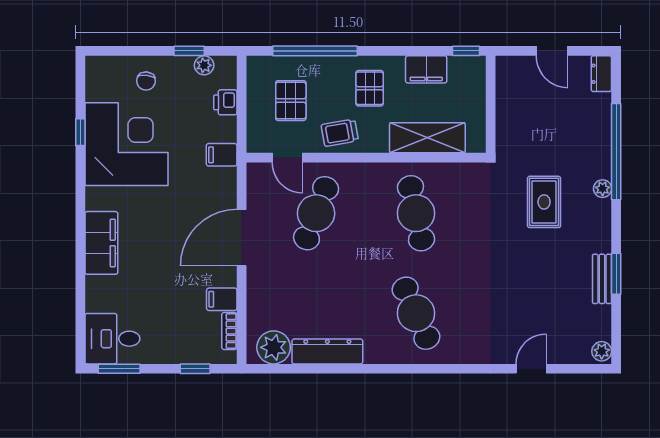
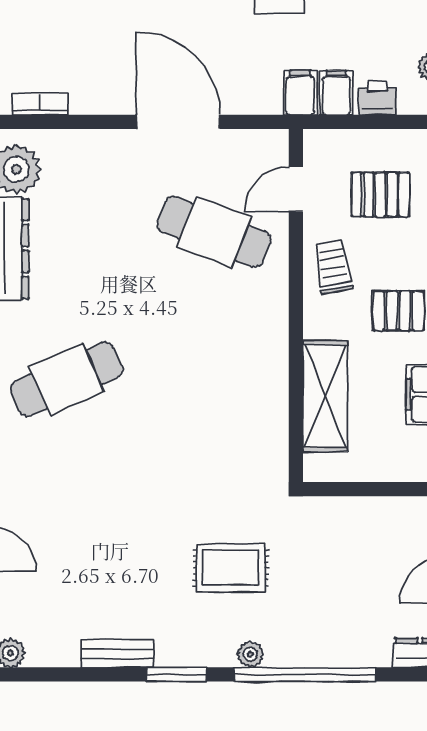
cafe table: (416, 213) -> (214, 379), removed
window: (616, 274) -> (176, 674), moved
filing cabinet: (222, 299) -> (336, 93), moved

